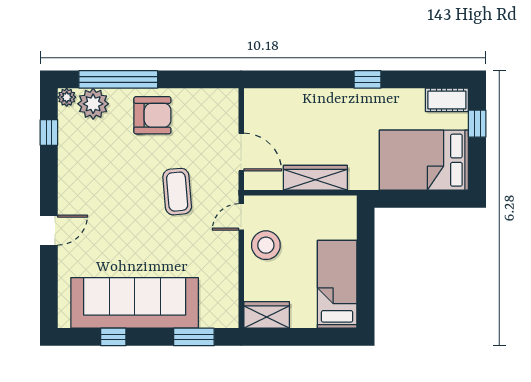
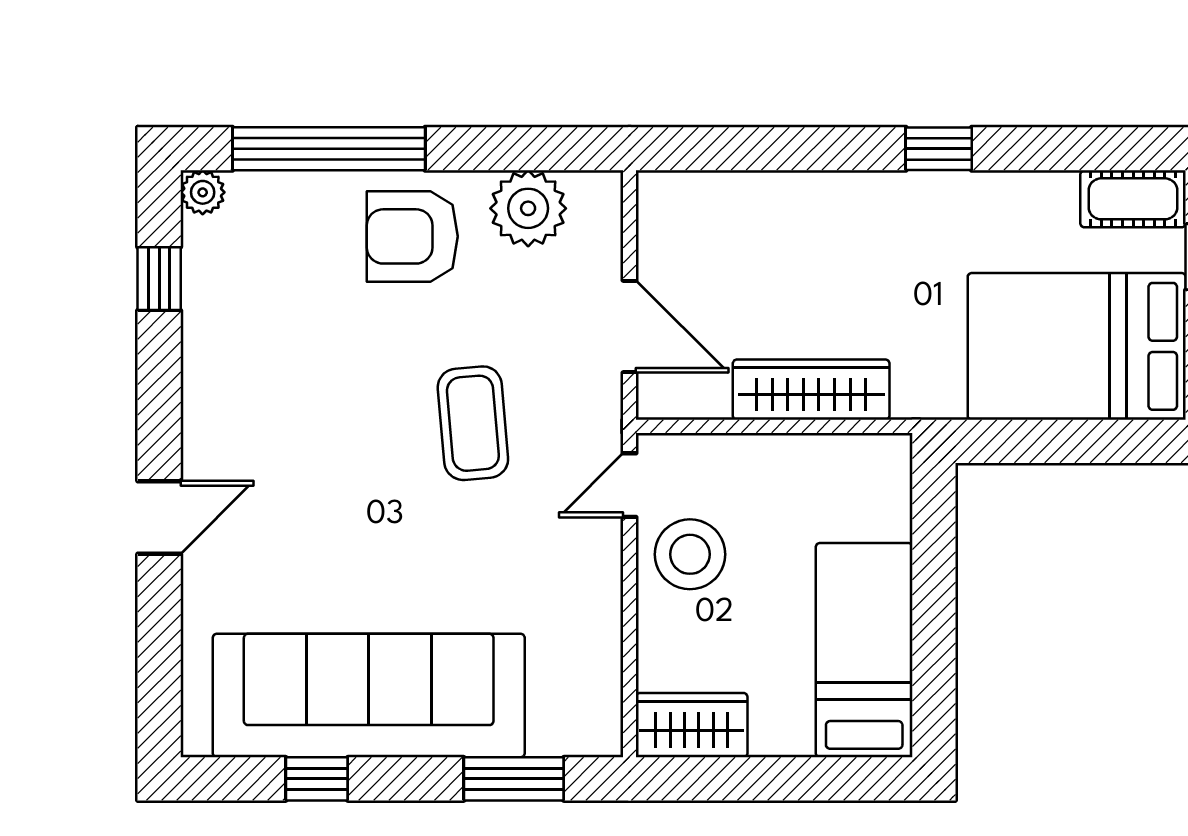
plant: (93, 104) -> (528, 208), moved
armchair: (152, 115) -> (412, 236), turned 180

